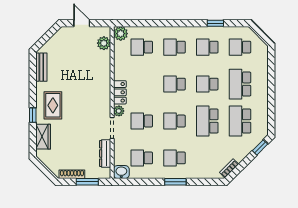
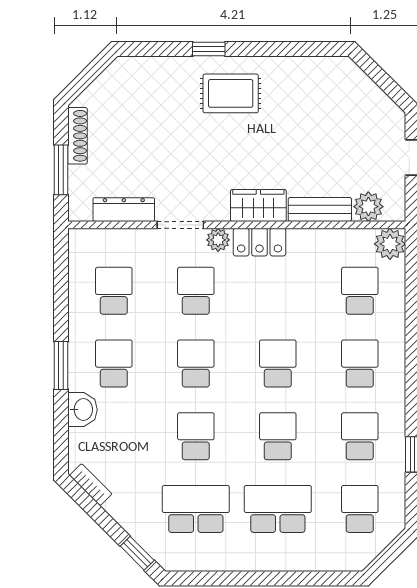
bench: (41, 67) -> (320, 209), moved
school desk: (207, 121) -> (196, 436), width x0.54
wardrobe: (43, 137) -> (258, 205), moved, turned 180
washbasin: (121, 172) -> (82, 410), moved

